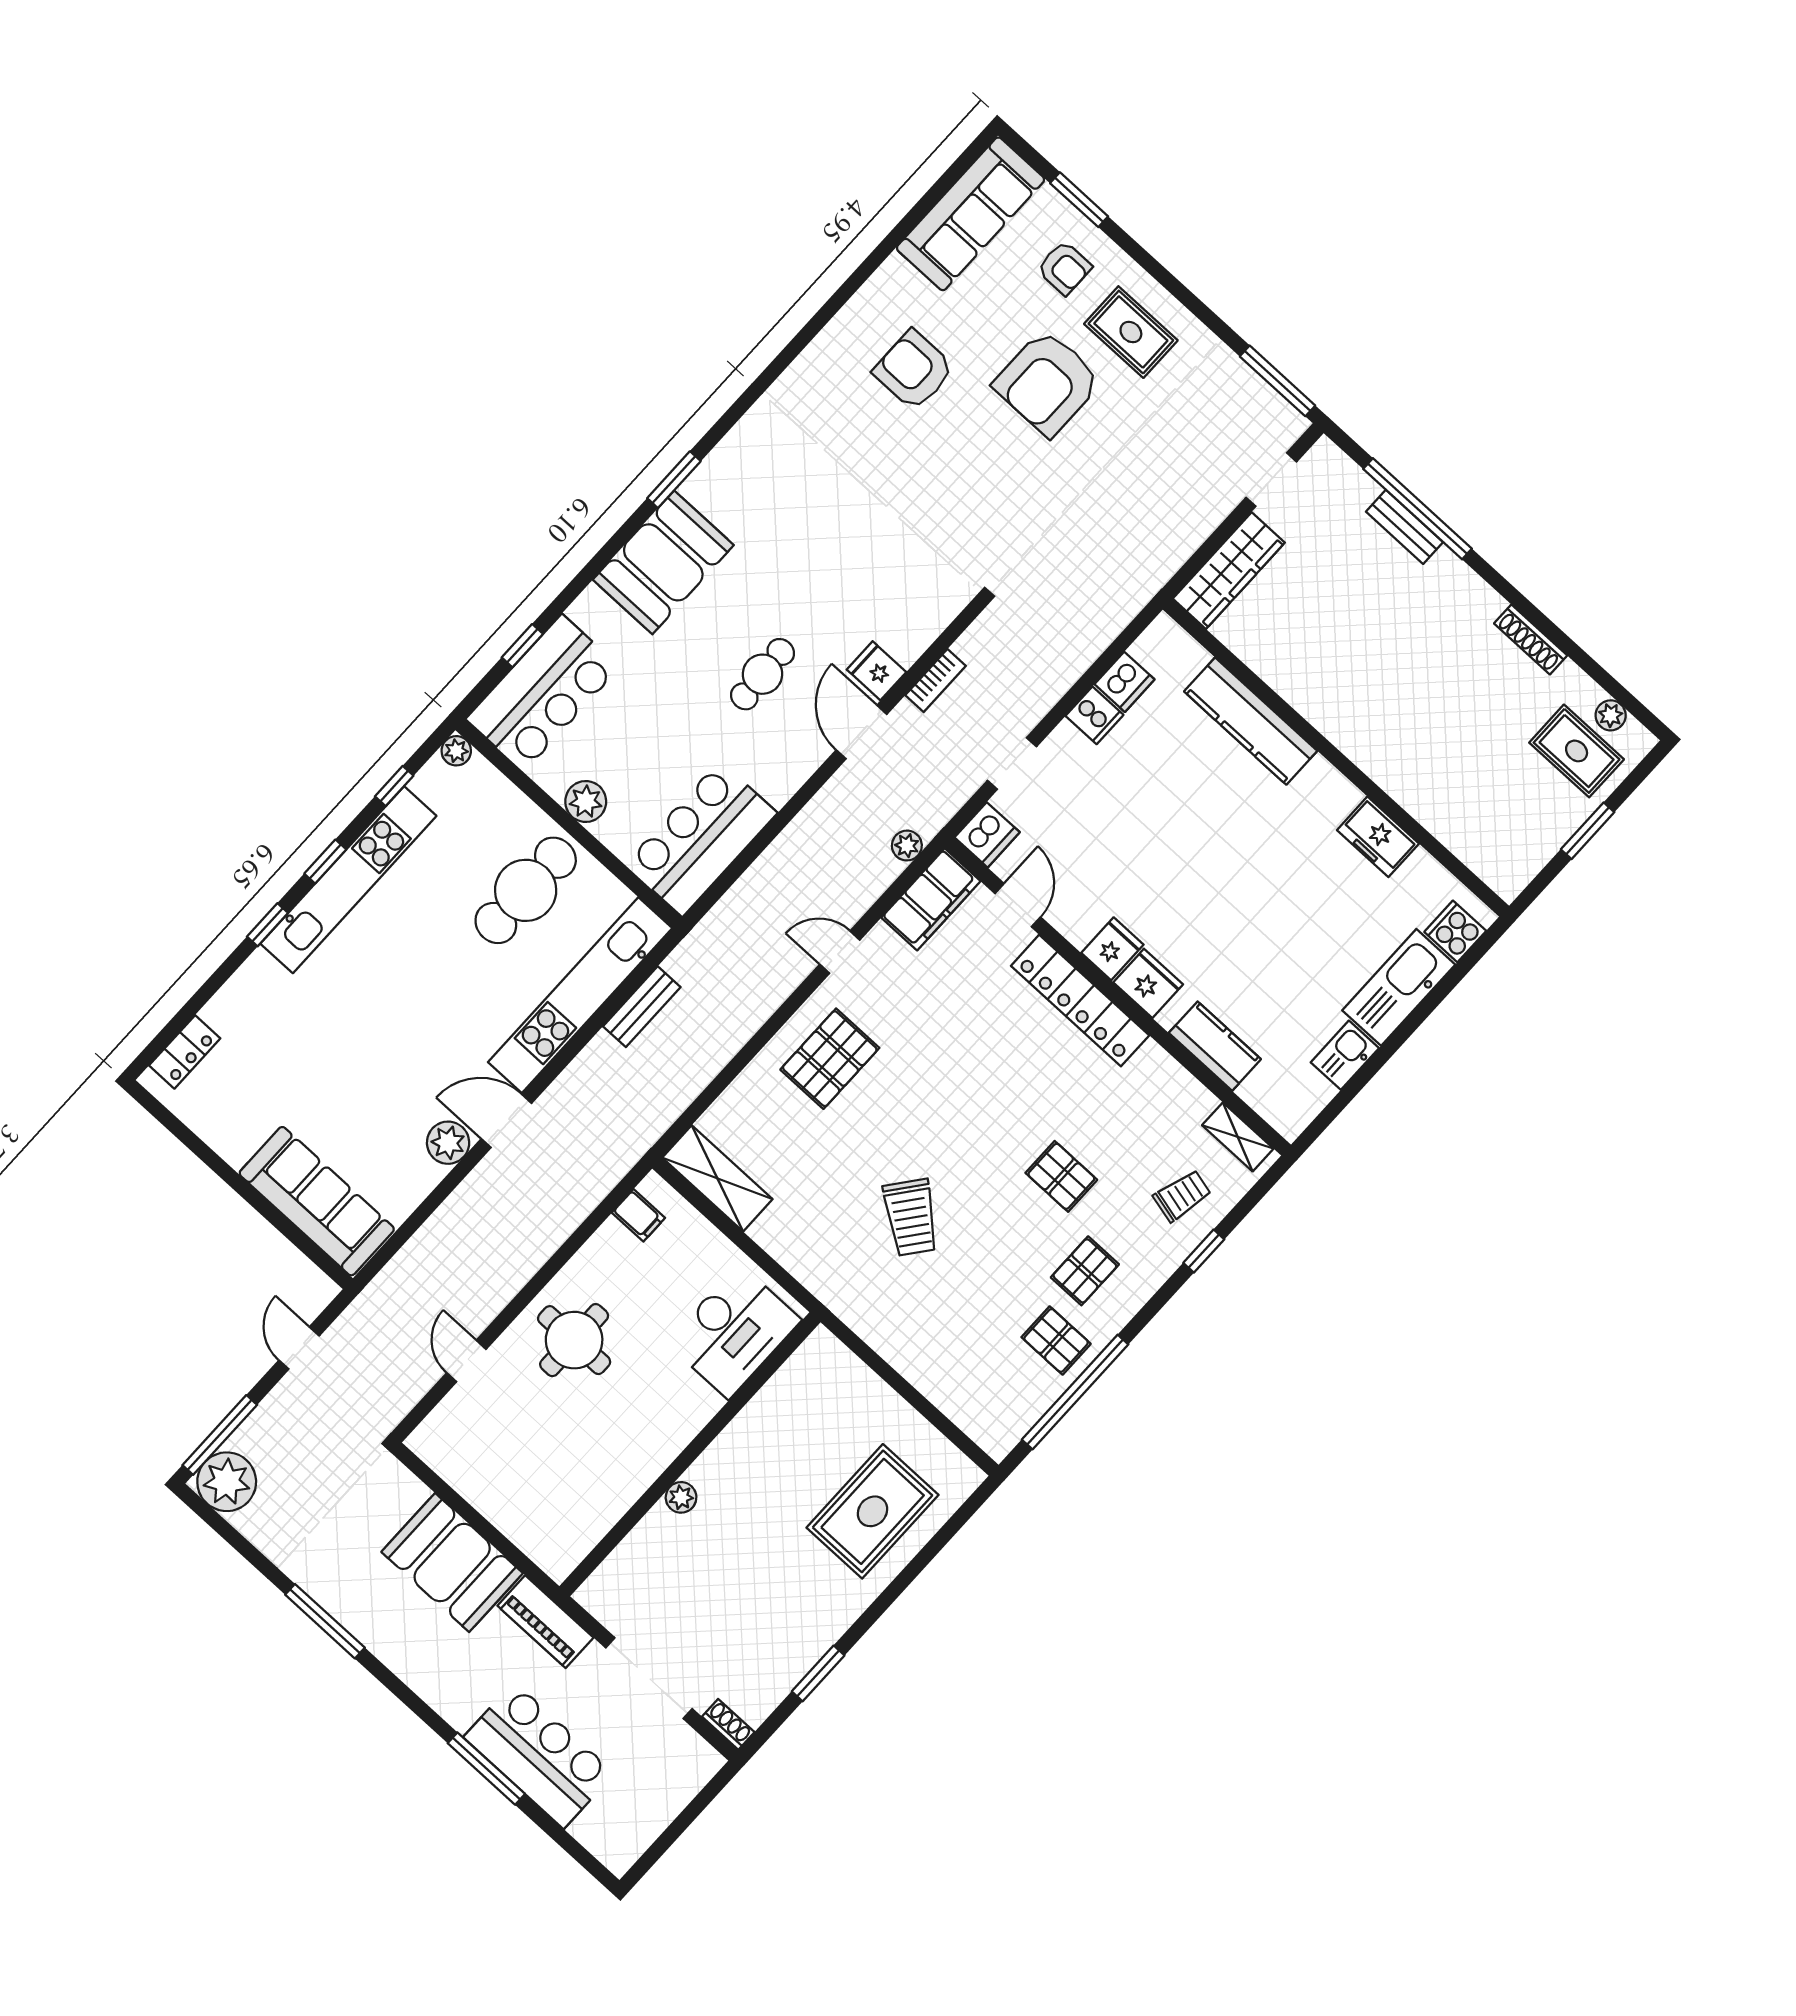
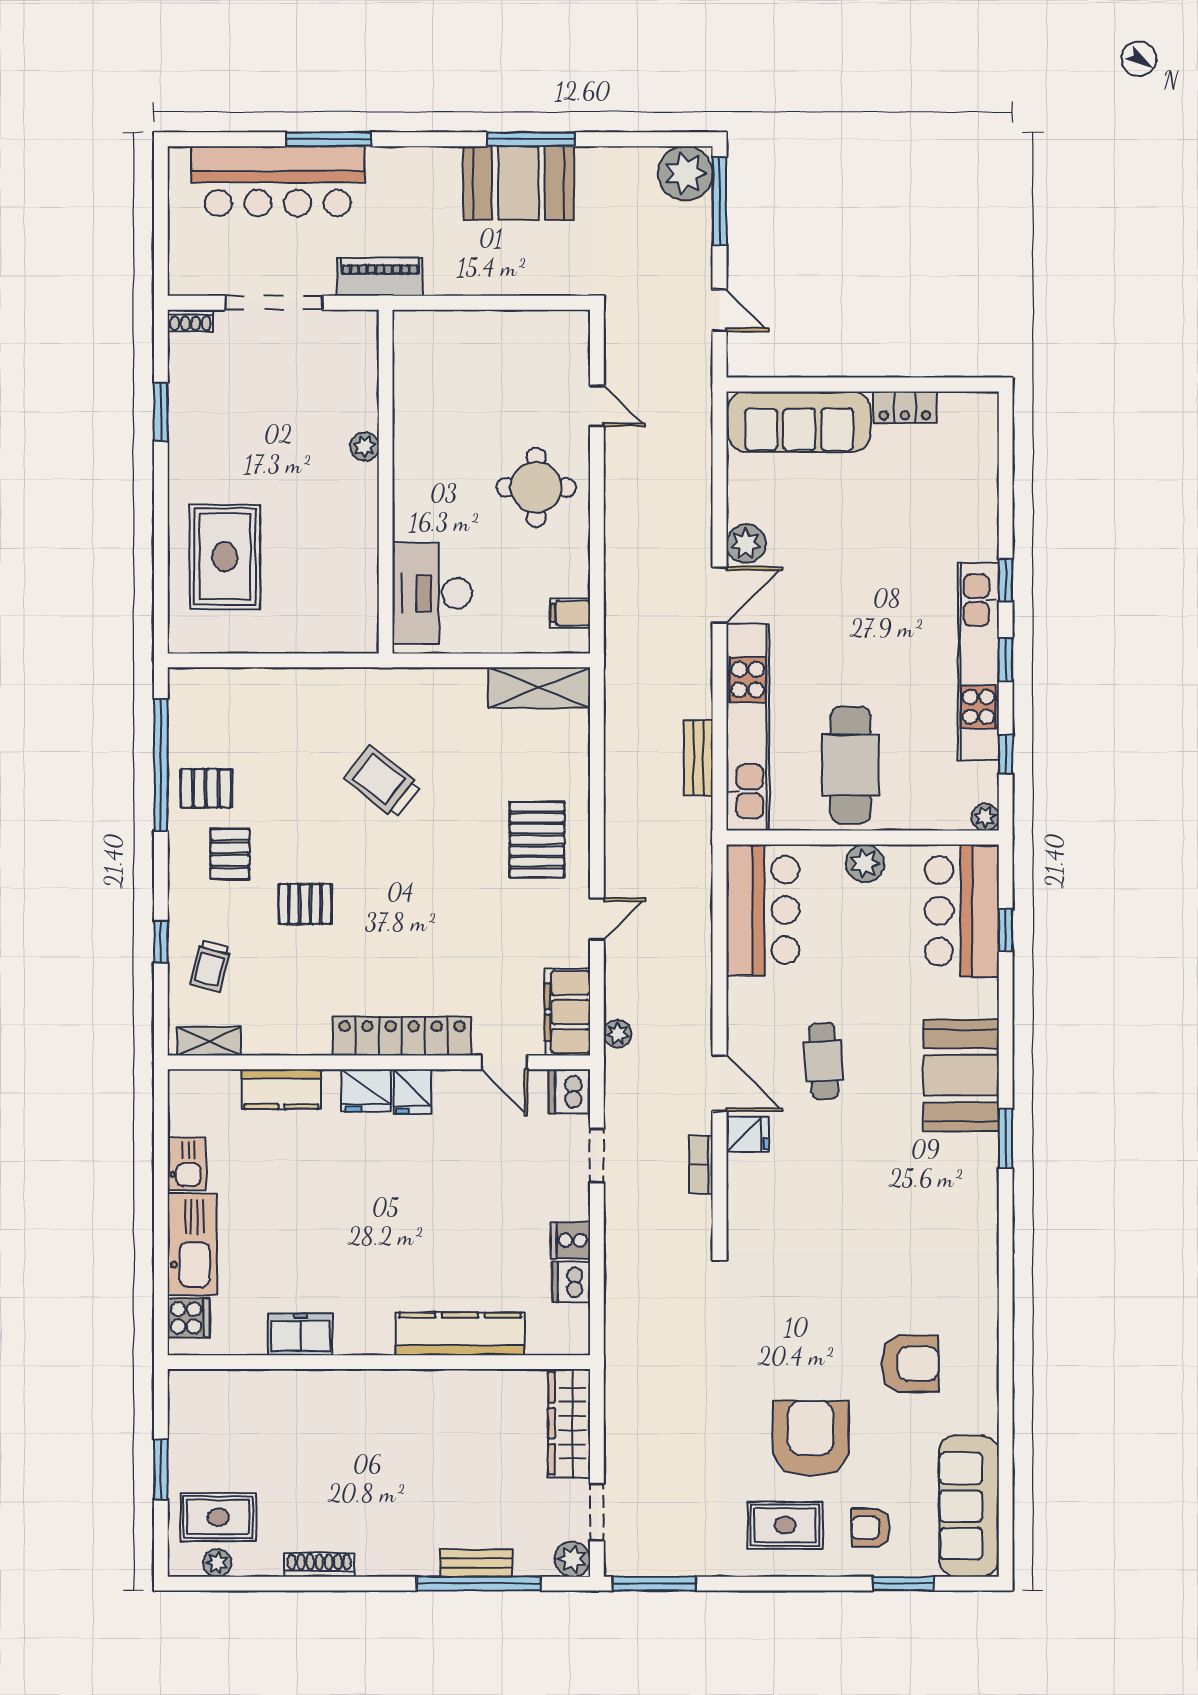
plant: (1325, 460) -> (572, 1559), added
locker: (185, 1052) -> (905, 407), moved, turned -90
booth: (452, 1563) -> (519, 183), moved
bar counter: (539, 1755) -> (278, 181), width x1.36

